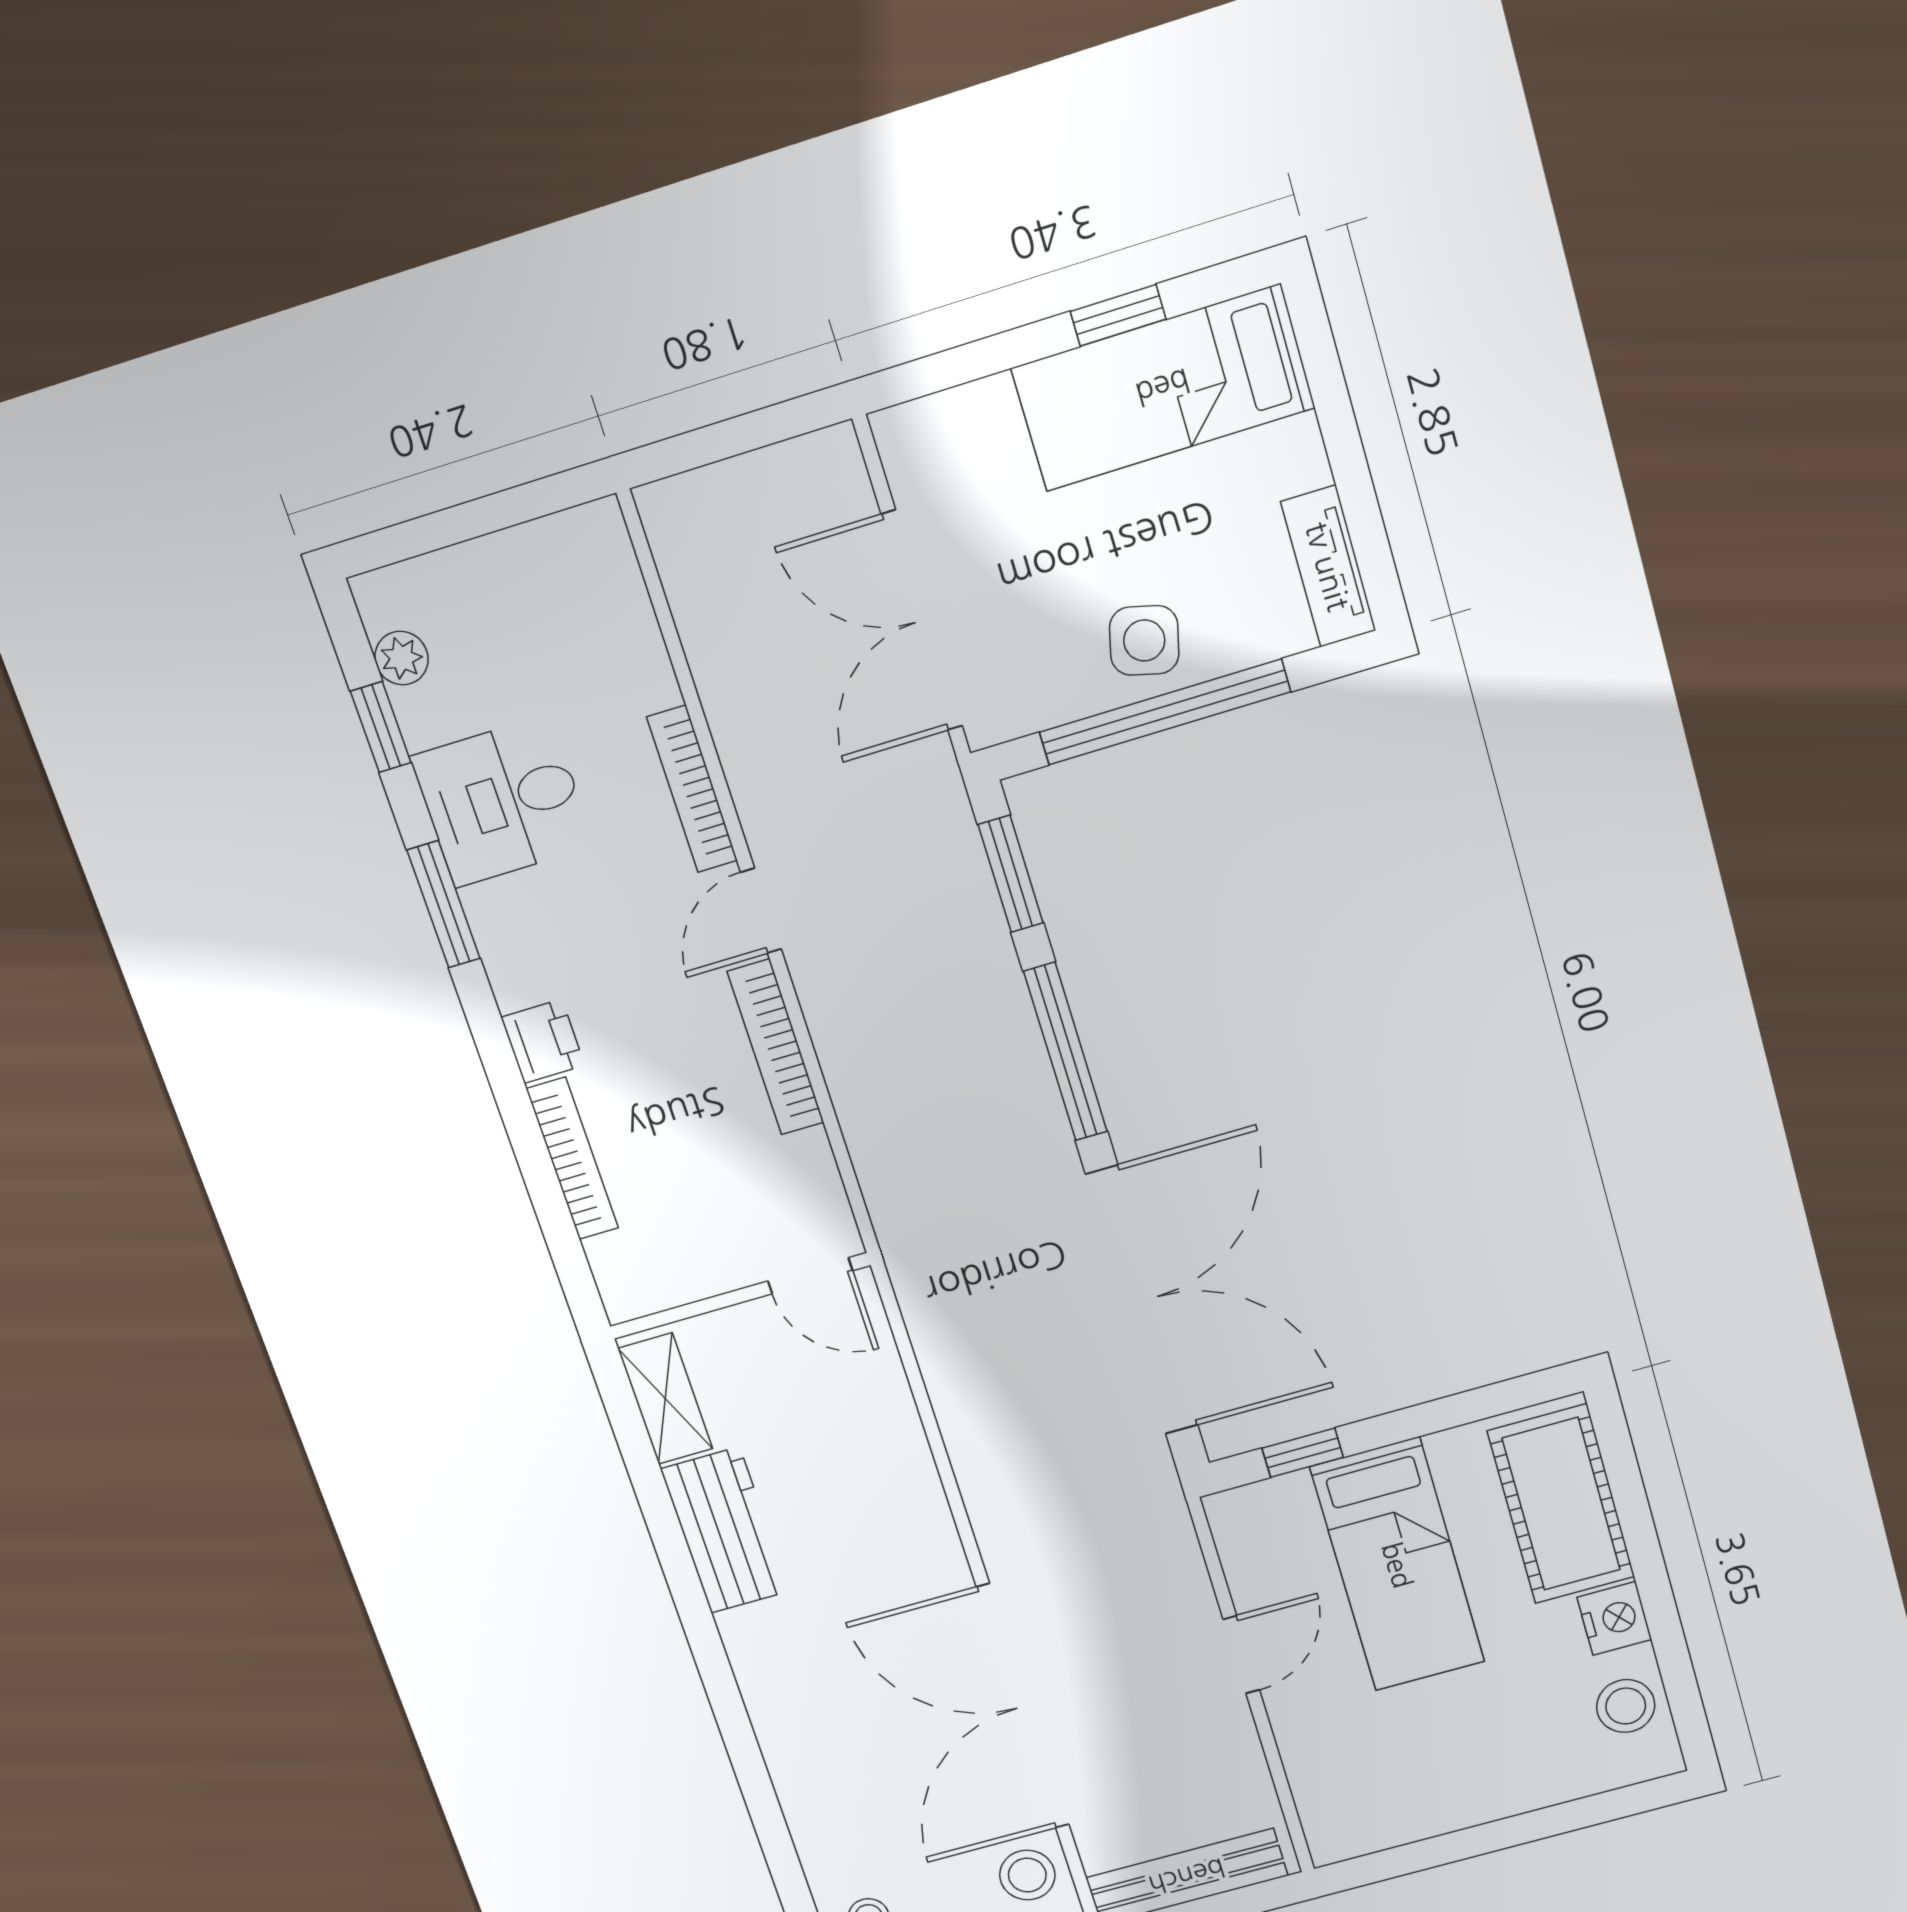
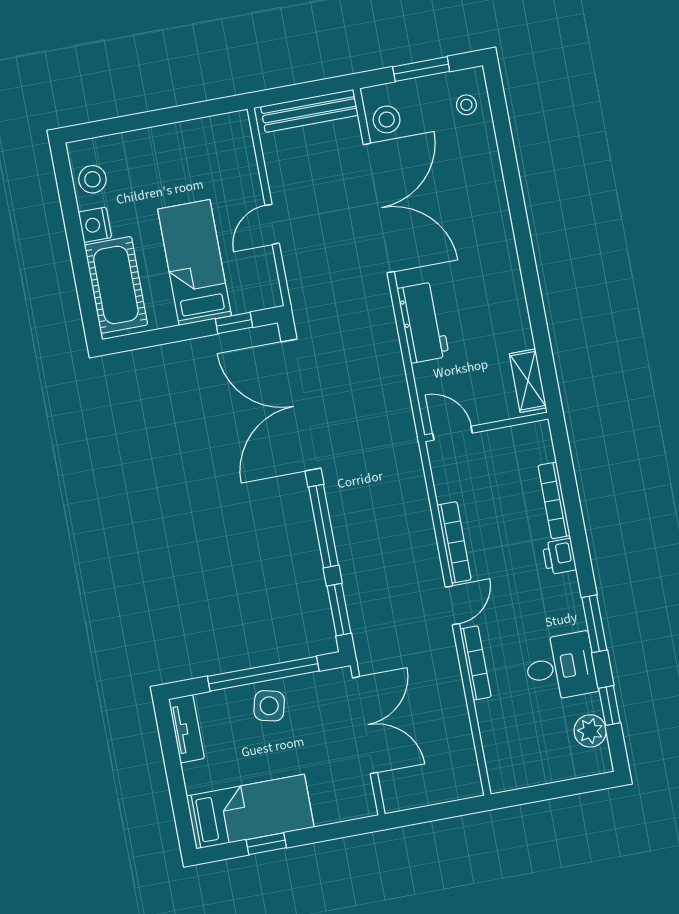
plant: (402, 658) -> (590, 731), width x1.38, depth x1.38
workbench: (725, 1530) -> (423, 322), moved, turned 180

